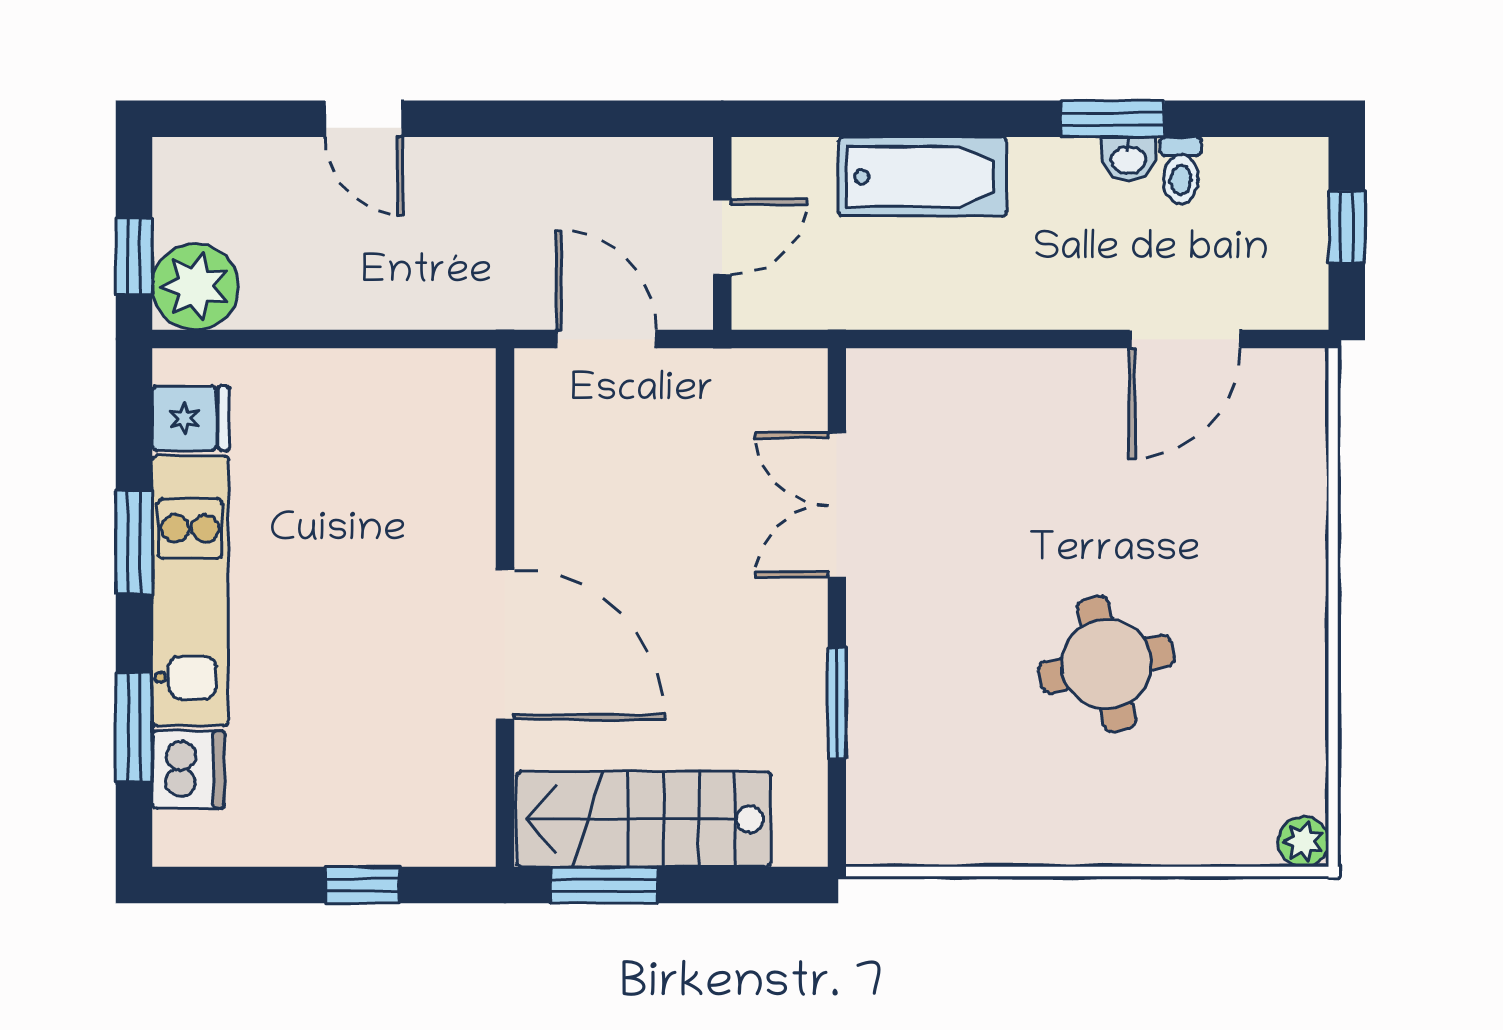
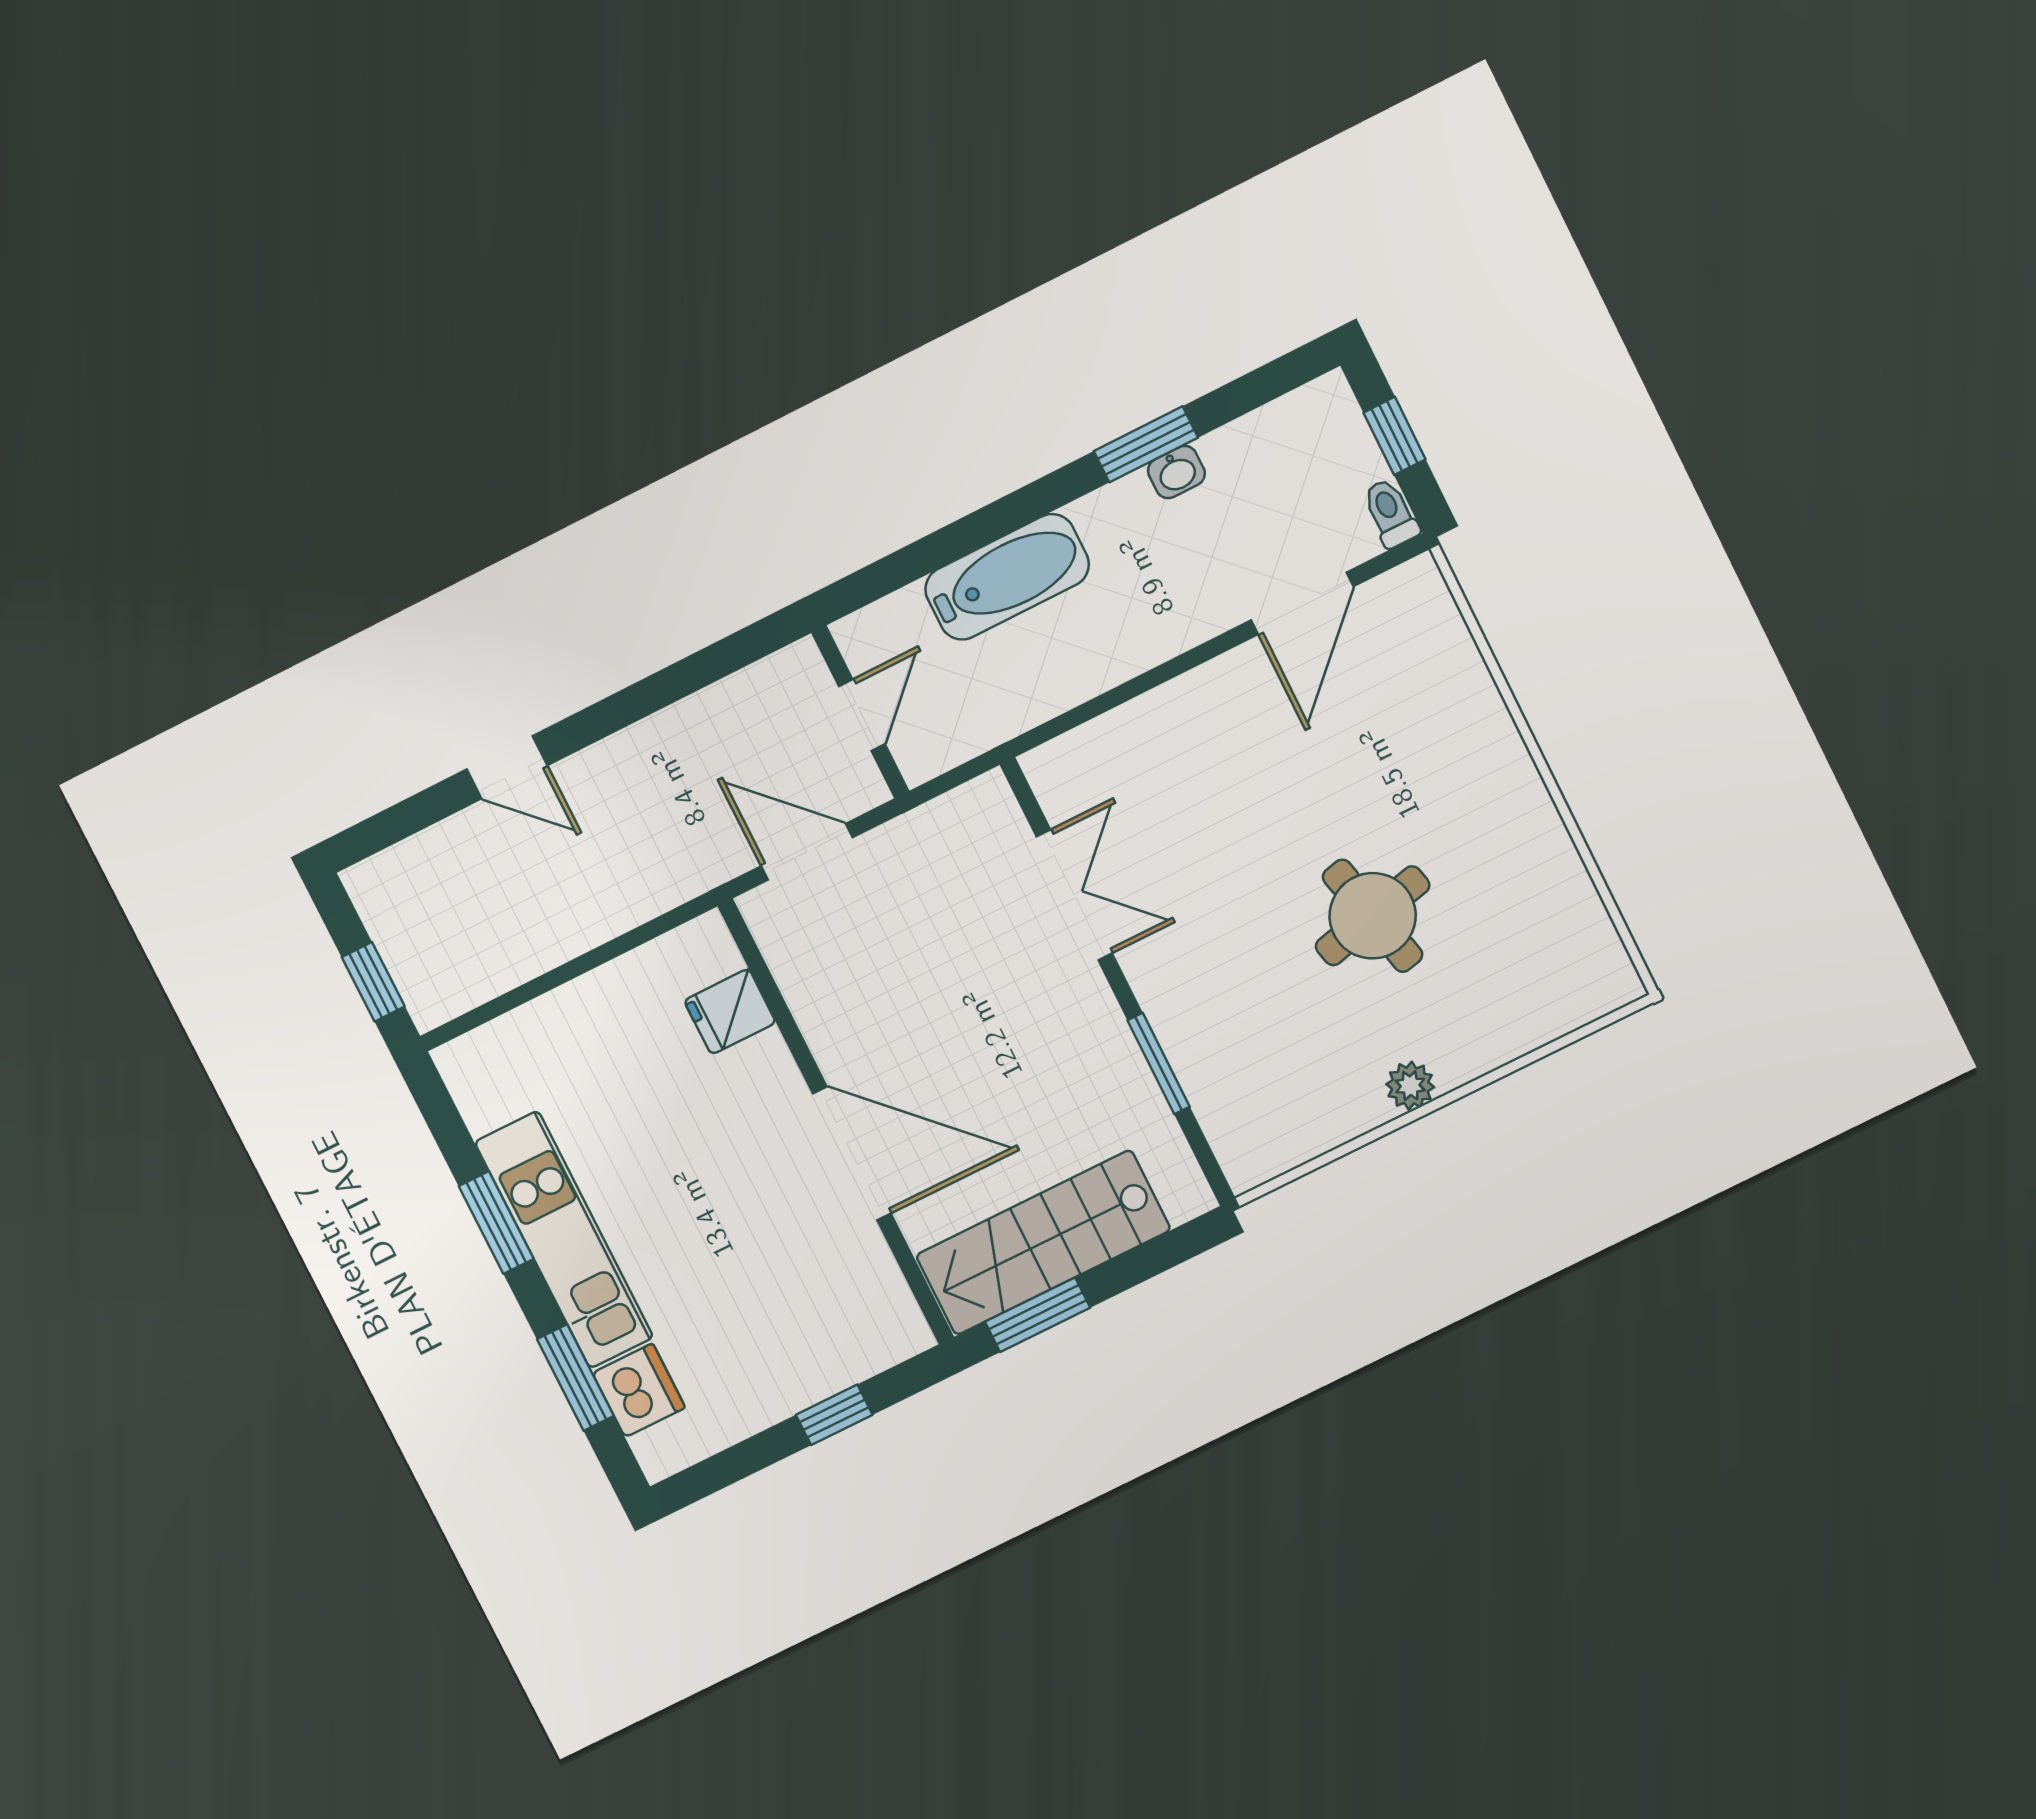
toilet: (1181, 171) -> (1390, 513), moved, turned 180
plant: (195, 287) -> (438, 981), removed
fridge: (191, 418) -> (730, 1012), moved, turned 180
double door: (837, 505) -> (1074, 895), swing flipped
plant: (1303, 842) -> (1410, 1086), moved

